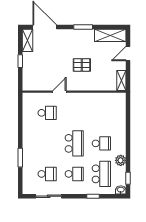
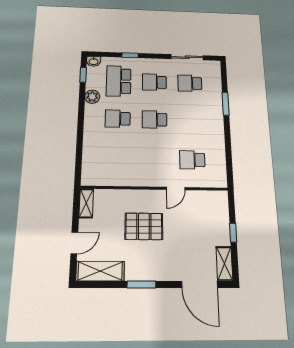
pallet: (82, 65) -> (144, 226), width x1.50, depth x1.42
school desk: (74, 143) -> (155, 120), width x0.54

